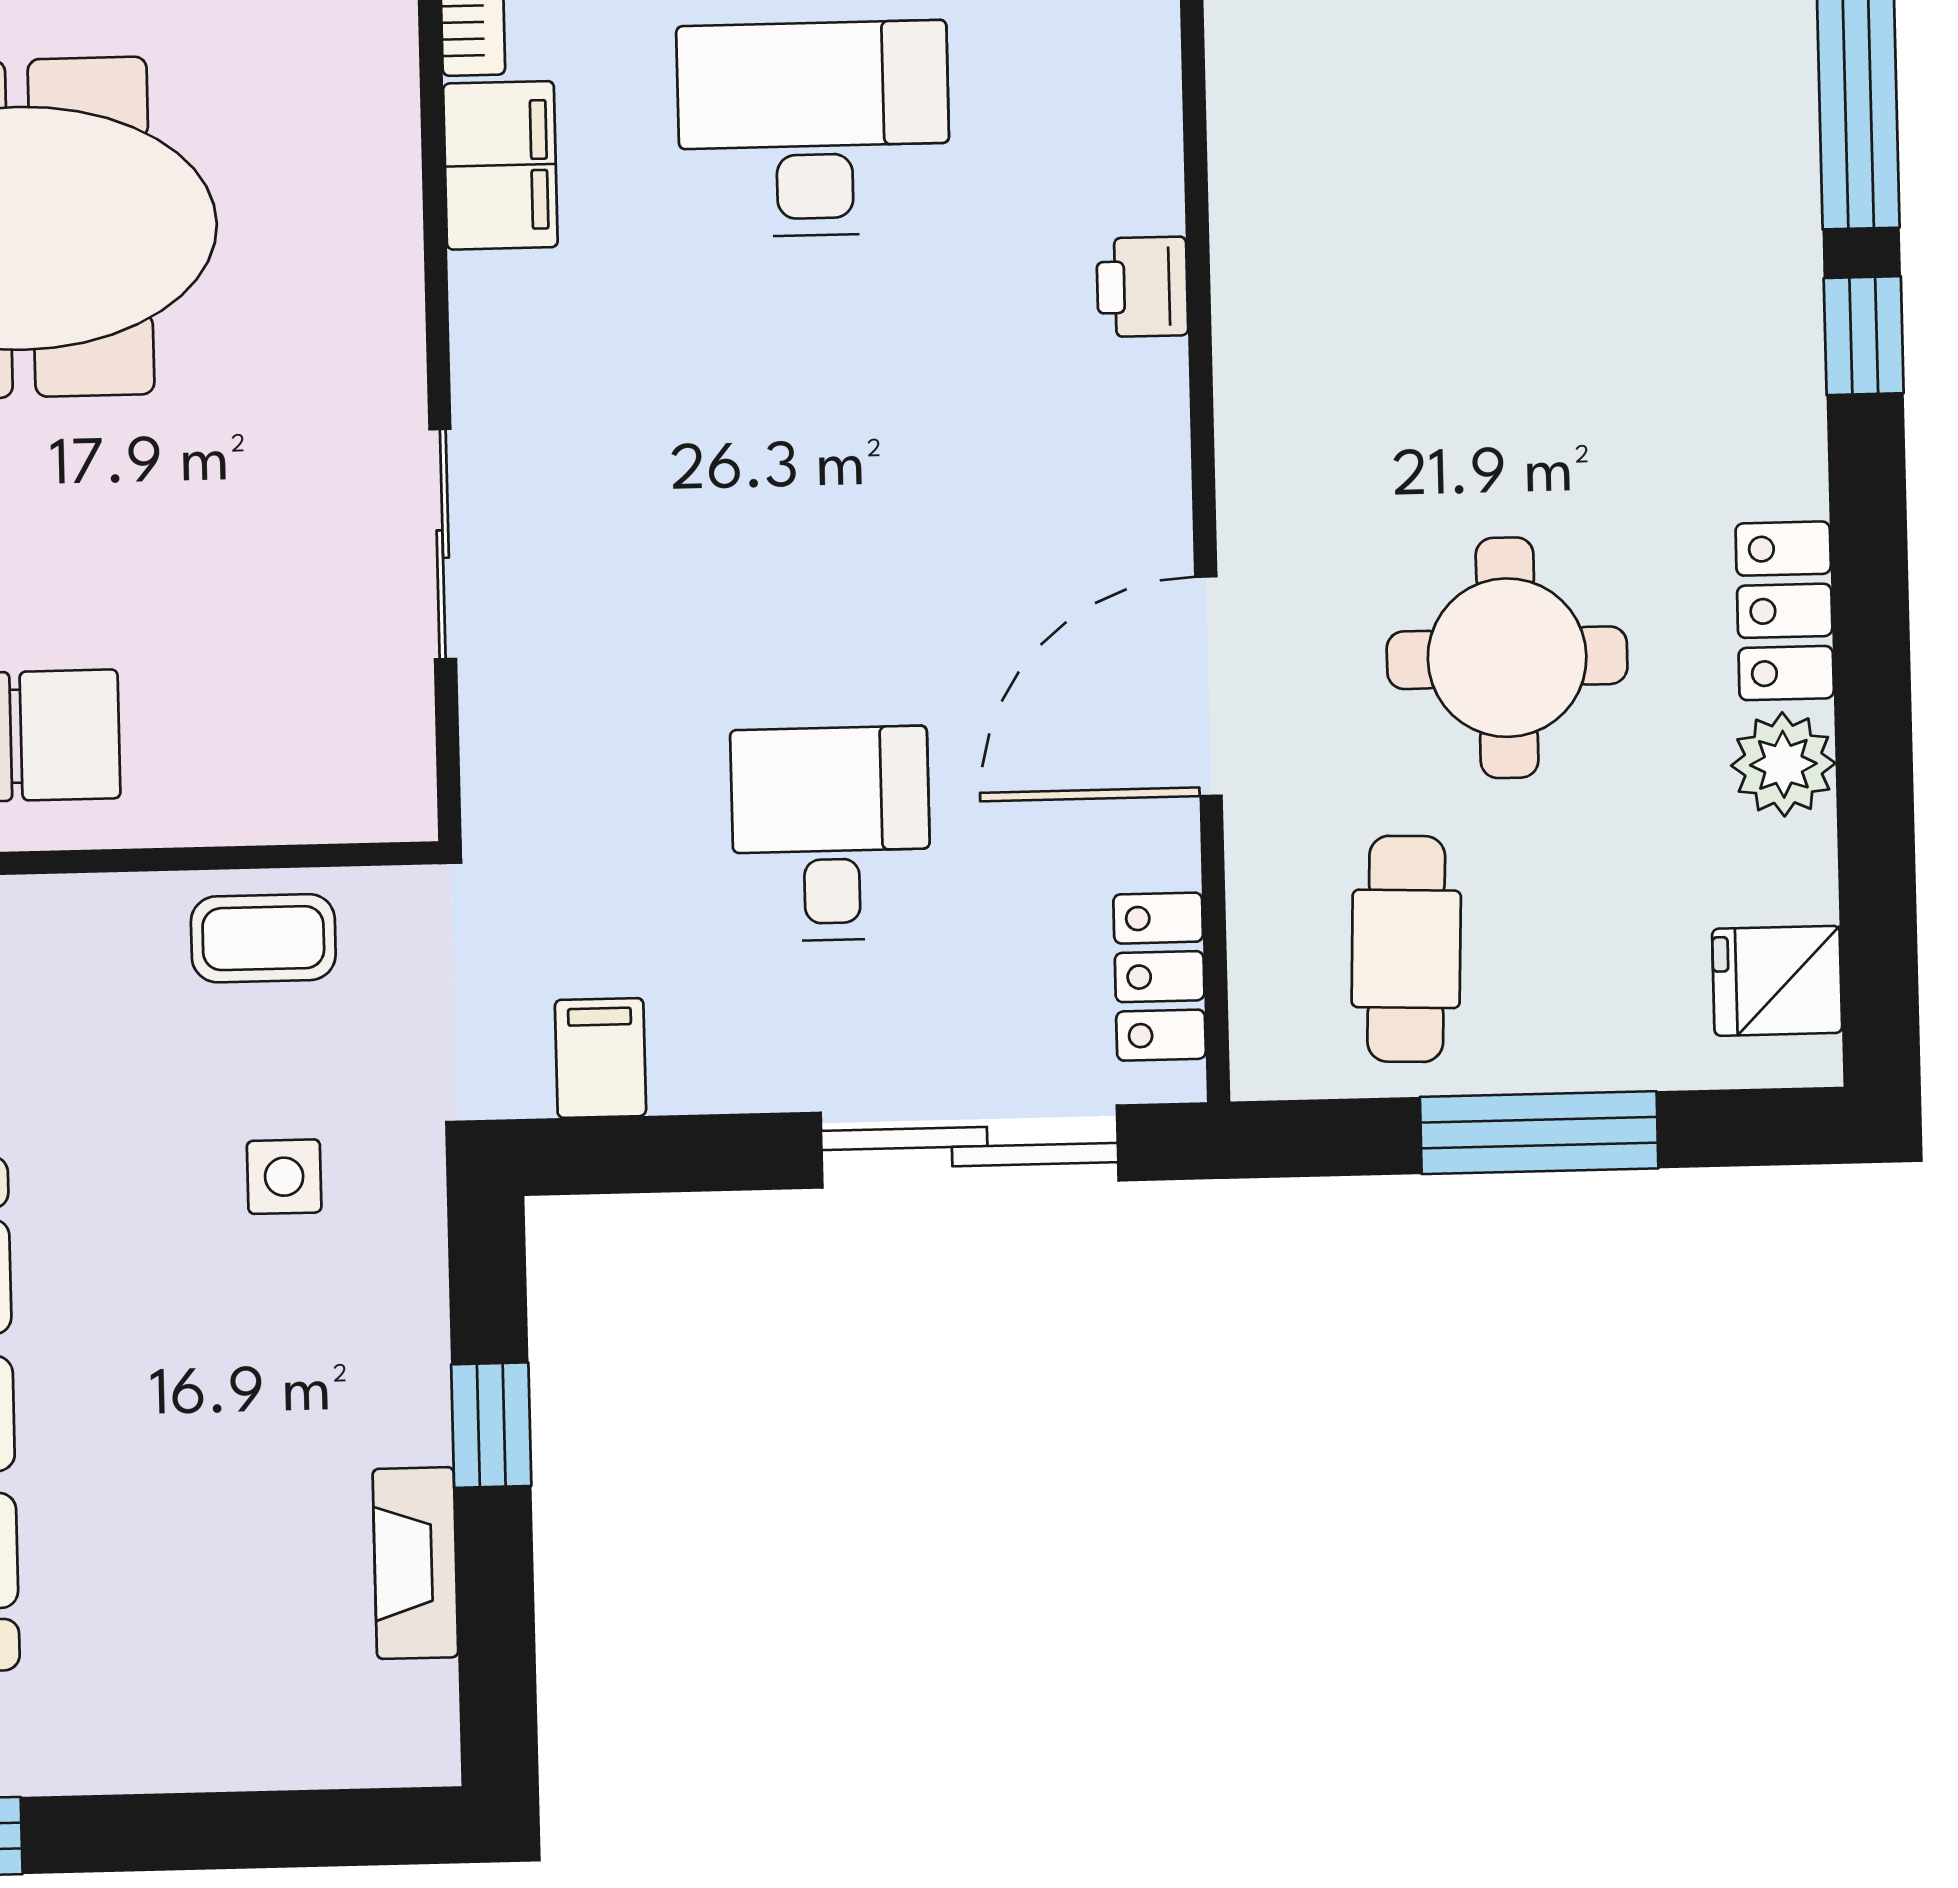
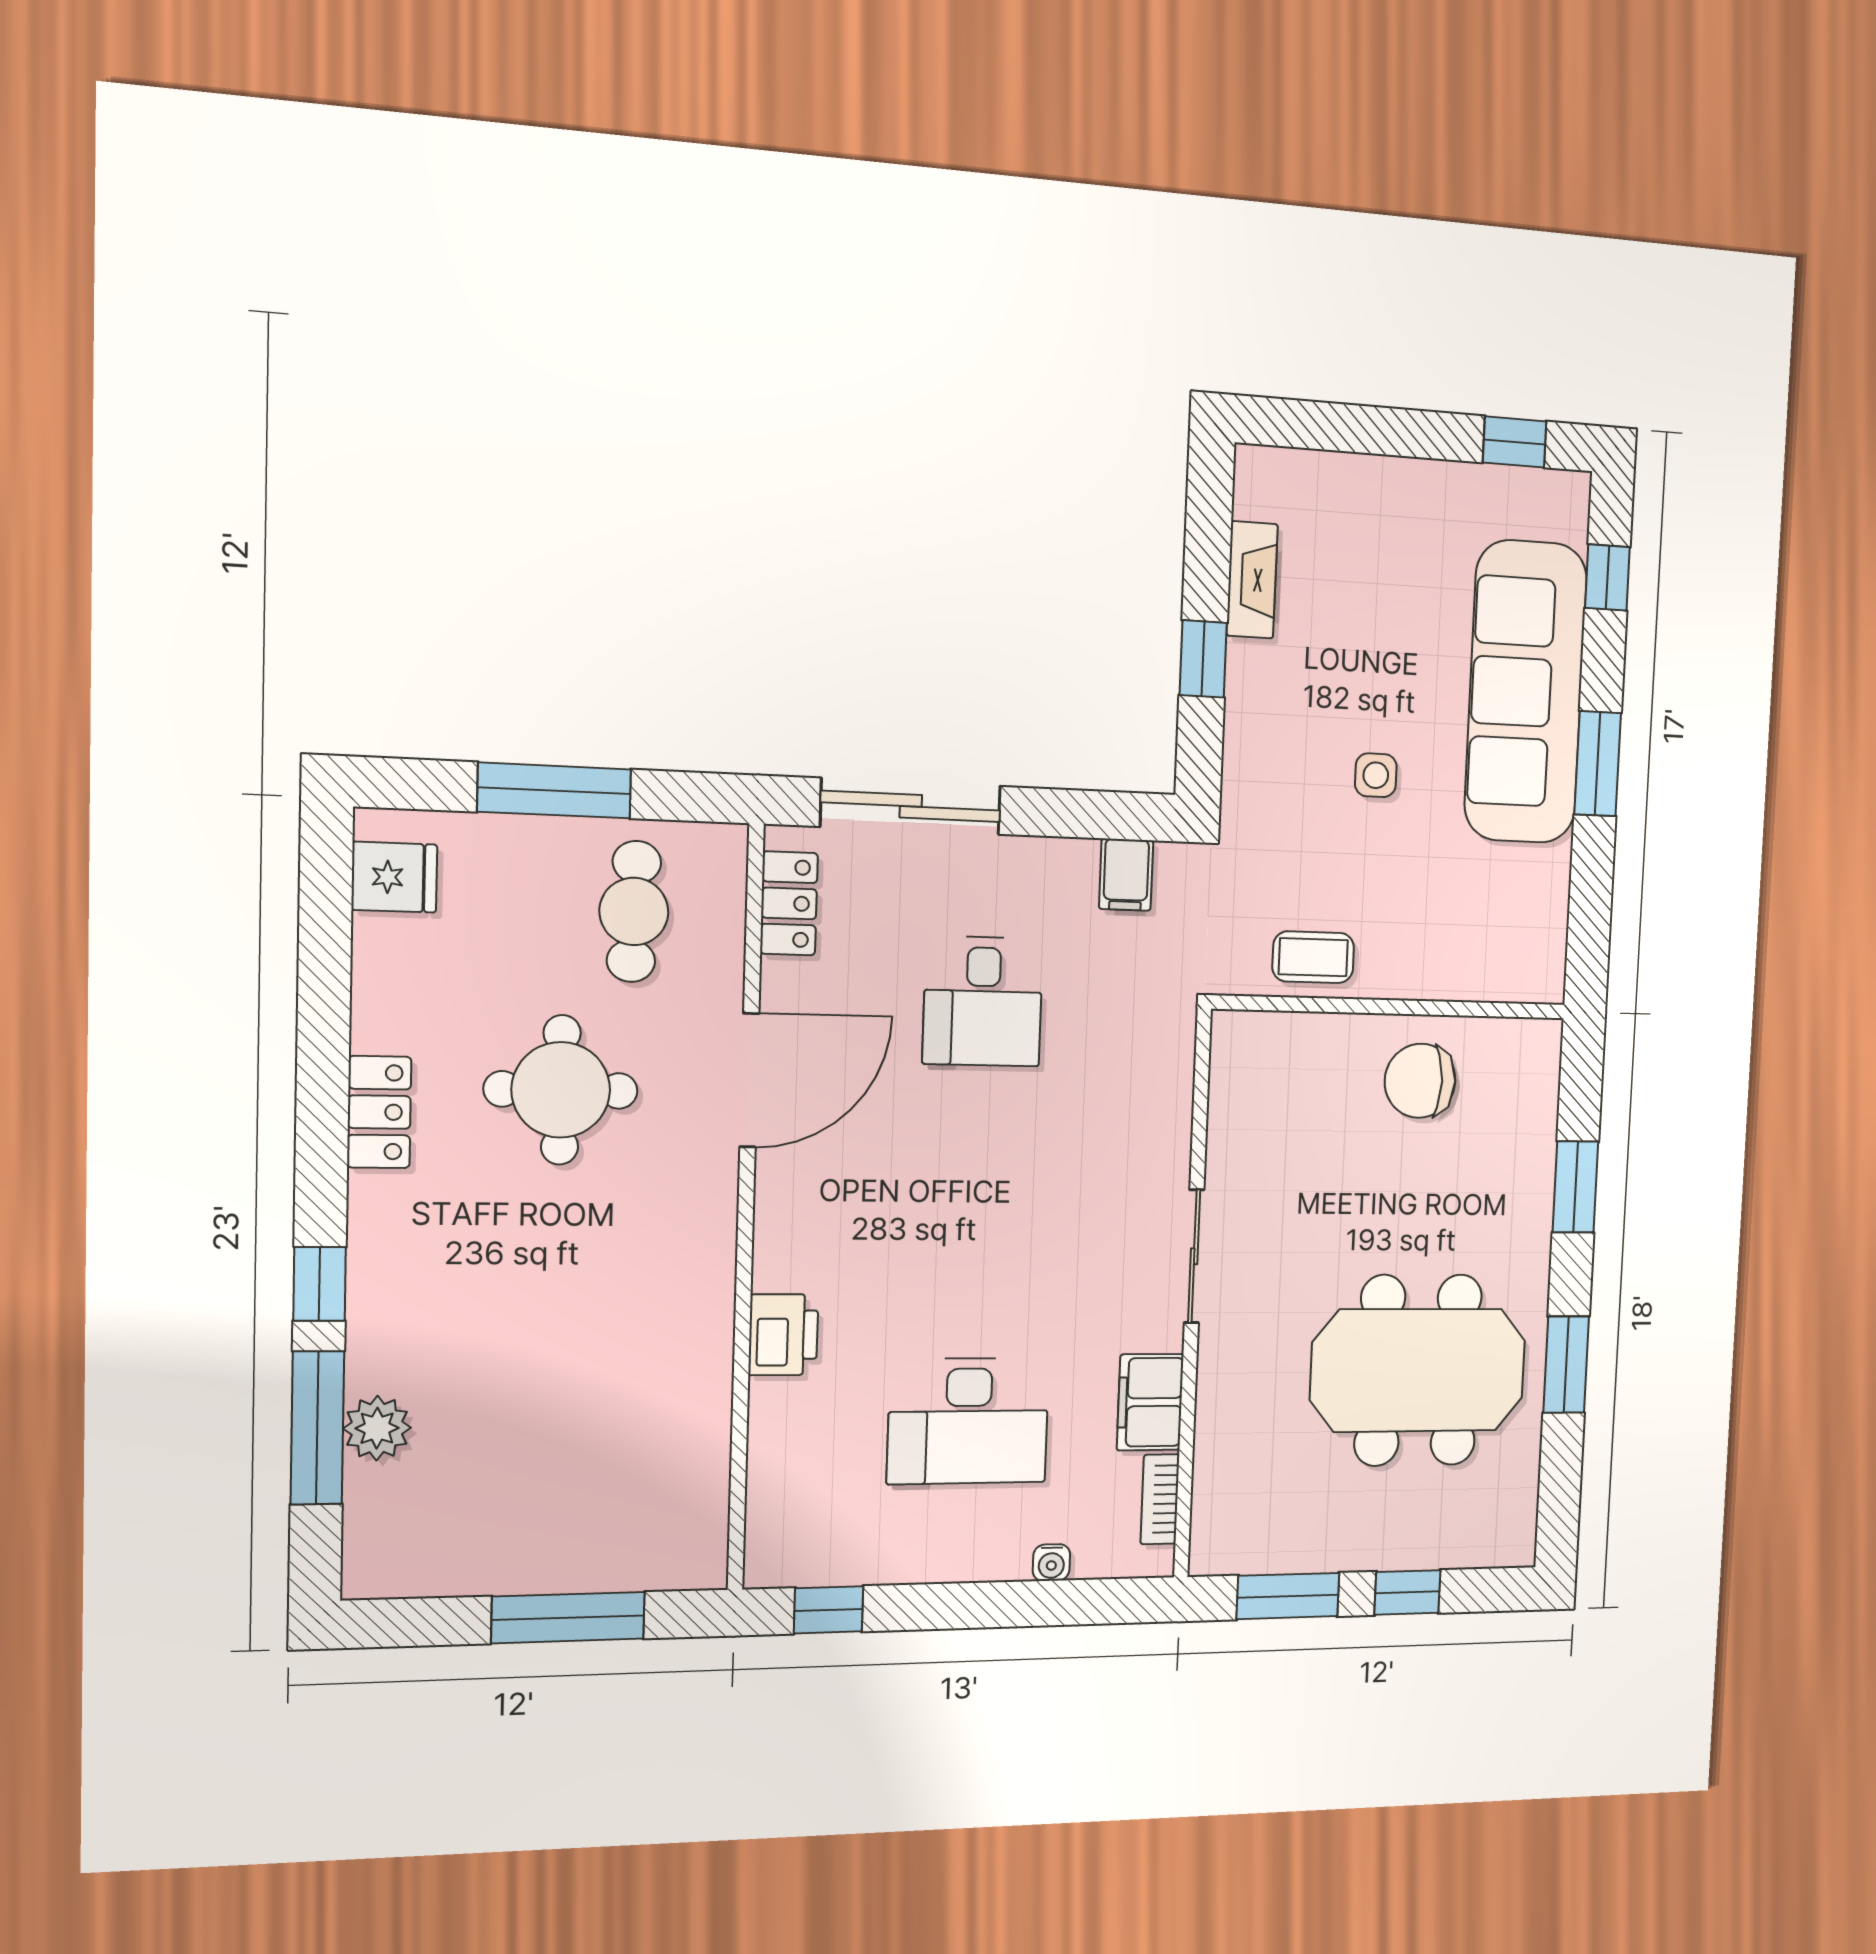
printer: (1142, 287) -> (783, 1335), width x1.36, depth x1.24
sliding door: (443, 544) -> (1194, 1256), moved
plant: (1783, 764) -> (377, 1428), moved
side table: (284, 1177) -> (1376, 775), moved

